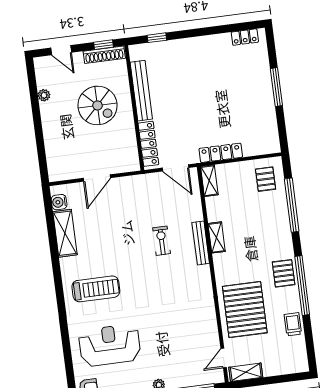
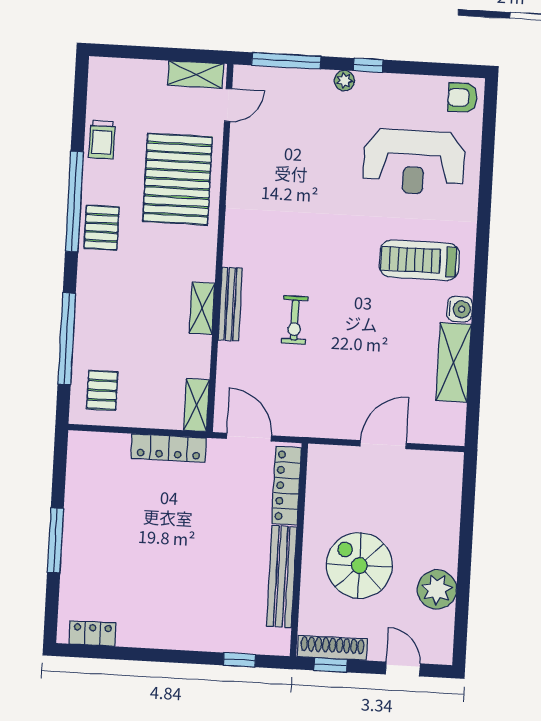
plant: (44, 95) -> (437, 589), width x1.87, depth x1.87
water cooler: (59, 202) -> (460, 309), moved

